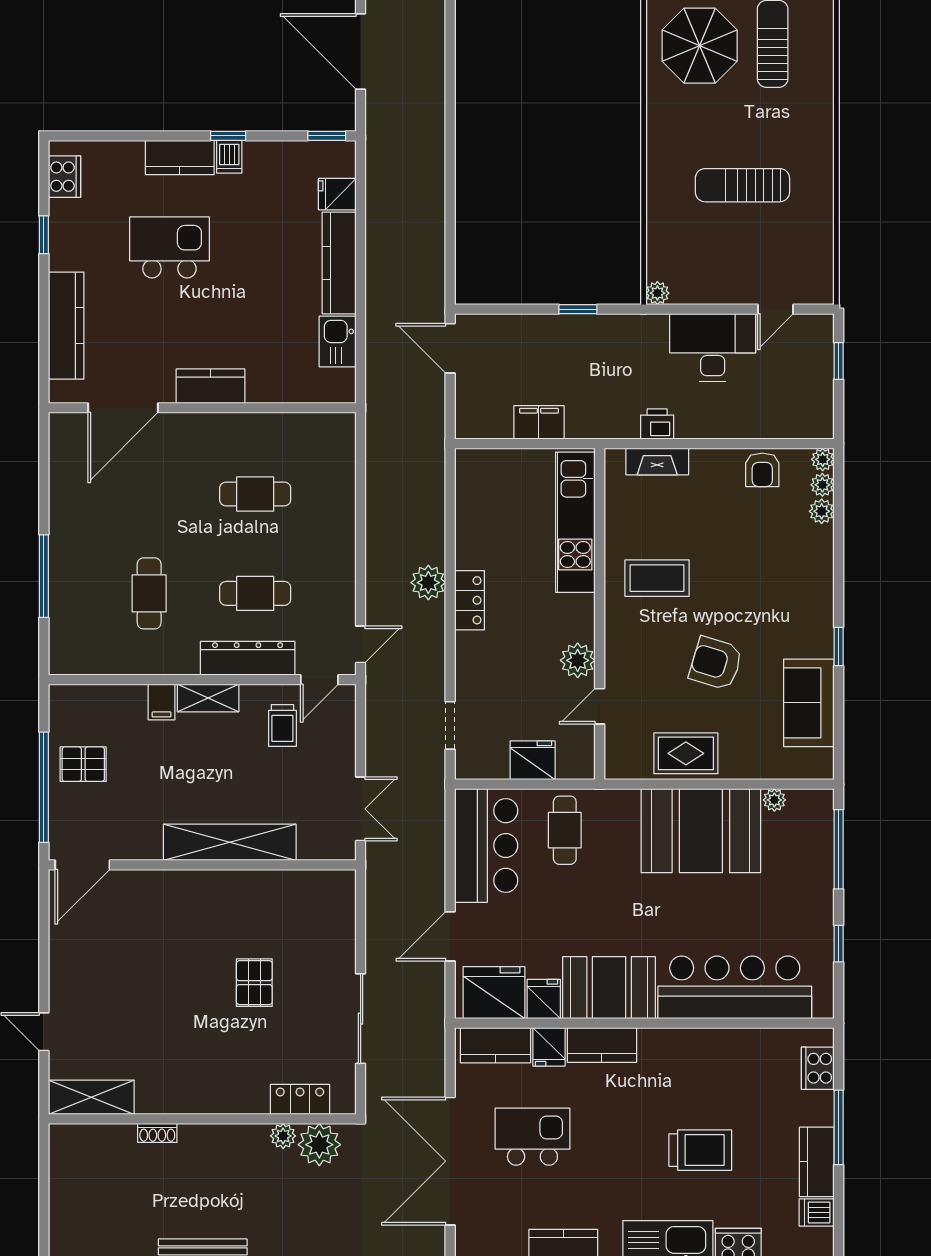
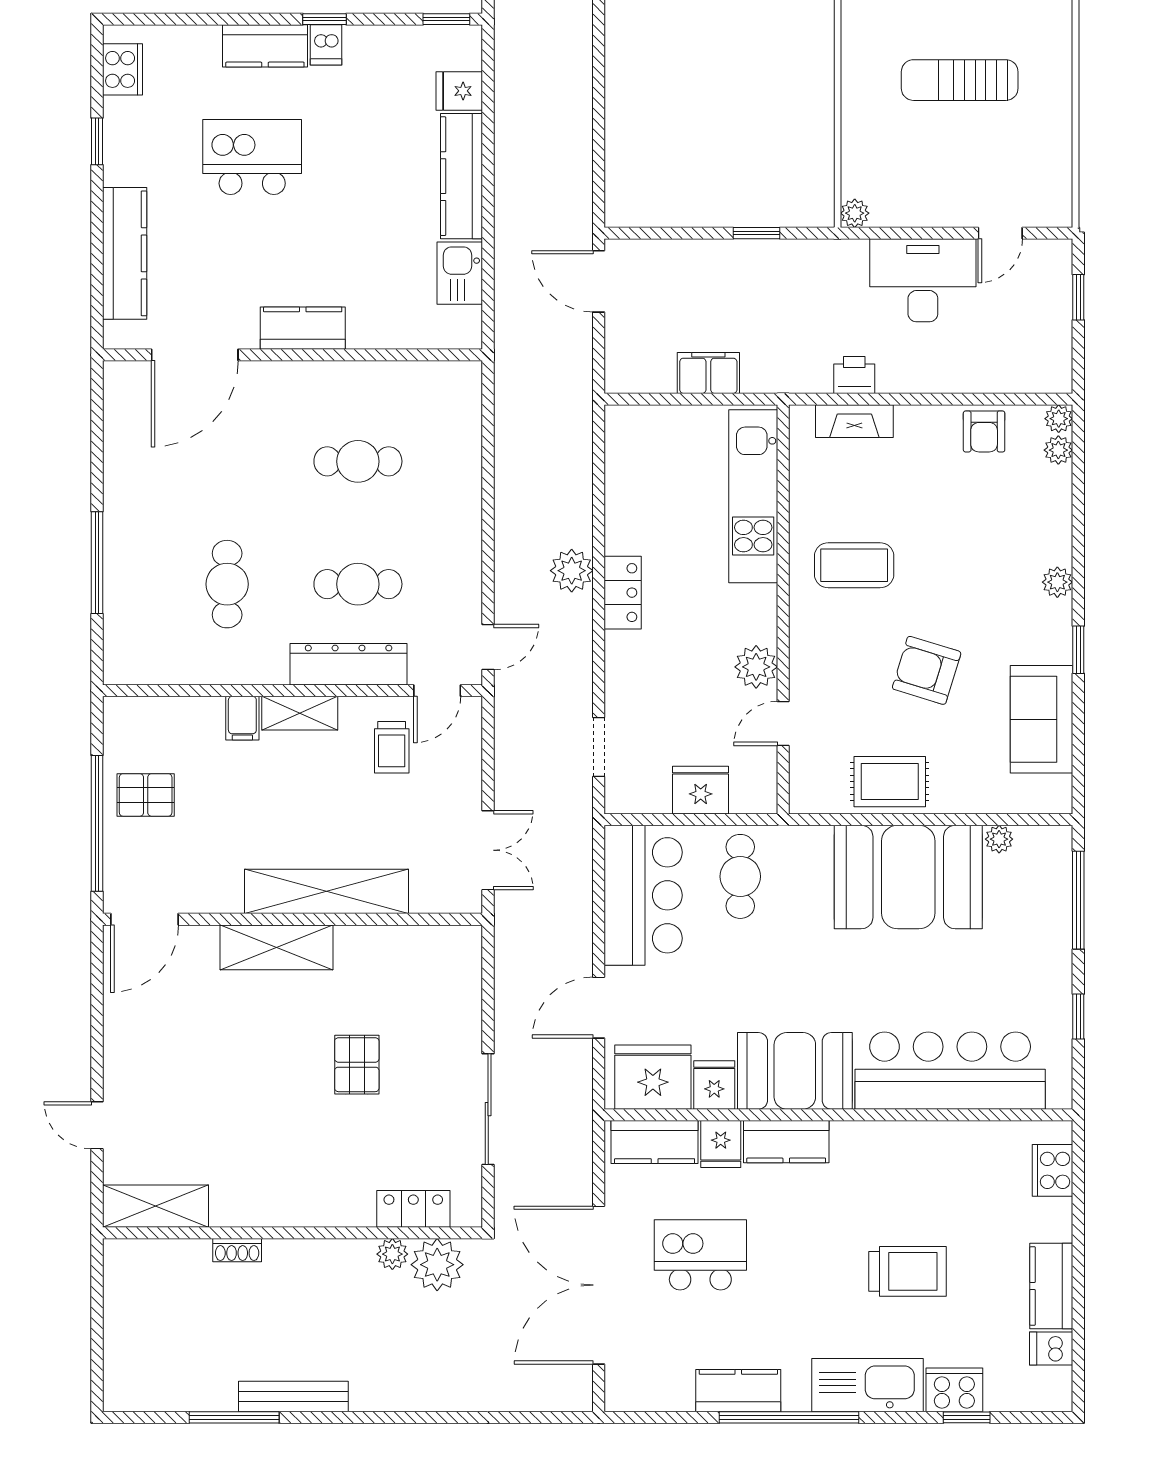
plant: (822, 511) -> (1057, 582), moved
shelving: (189, 888) -> (277, 947), added
window: (839, 1127) -> (1078, 1243), removed

